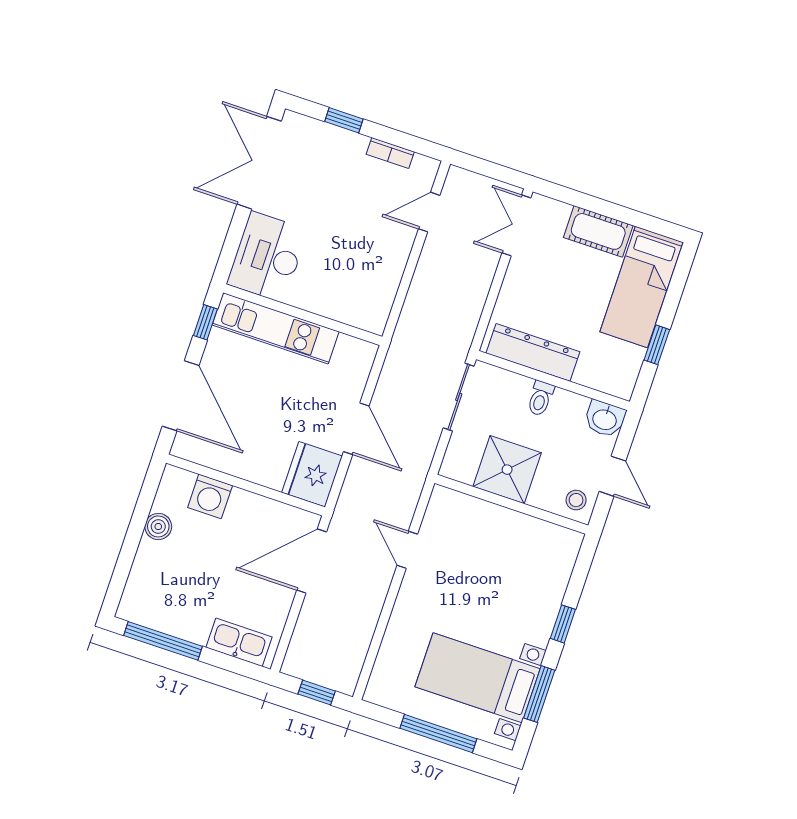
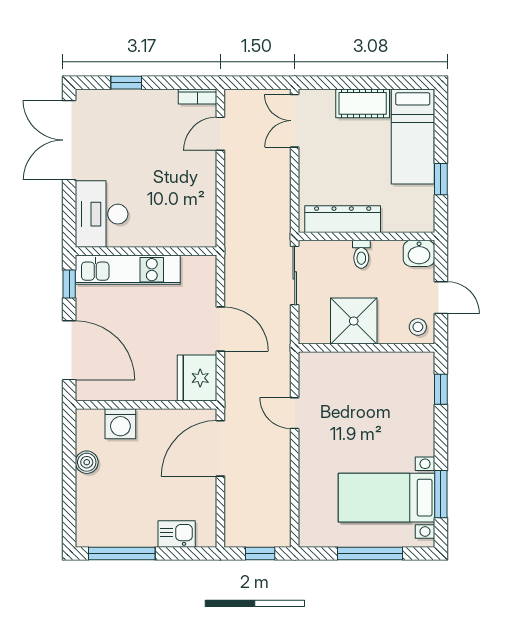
bookcase: (390, 153) -> (198, 96), moved
window: (563, 624) -> (441, 389), moved
kitchen sink: (239, 642) -> (177, 534), width x0.73

